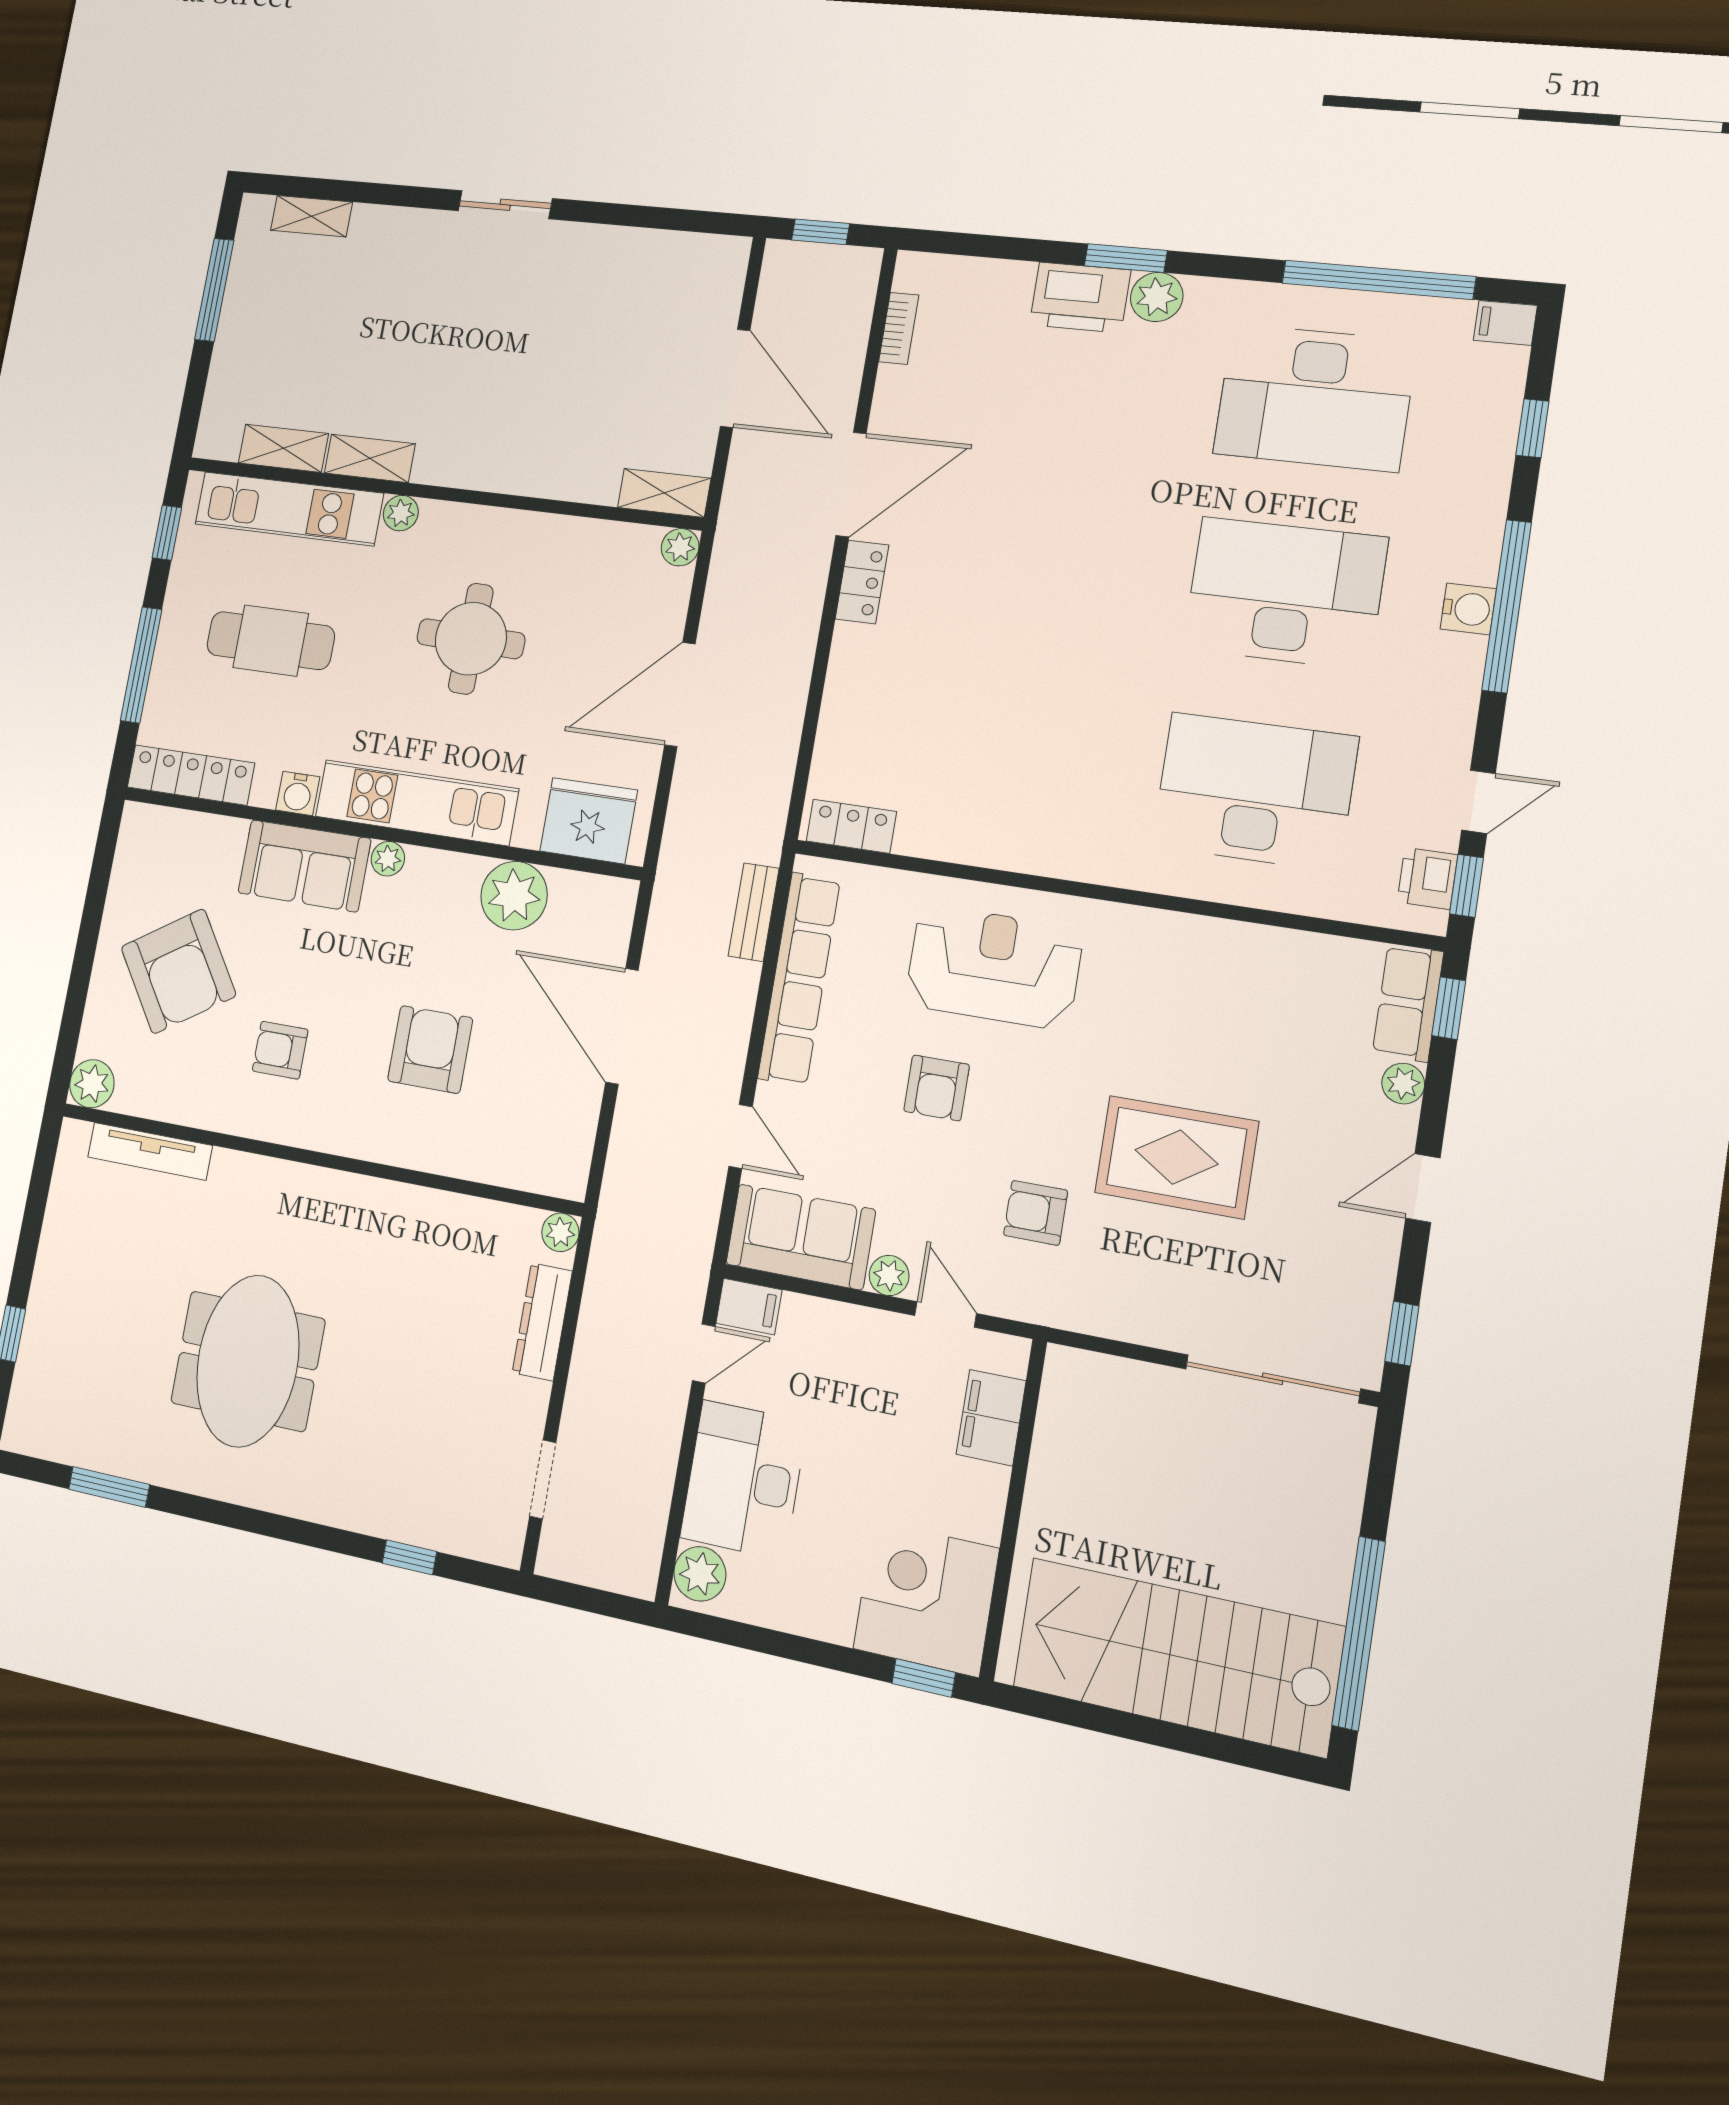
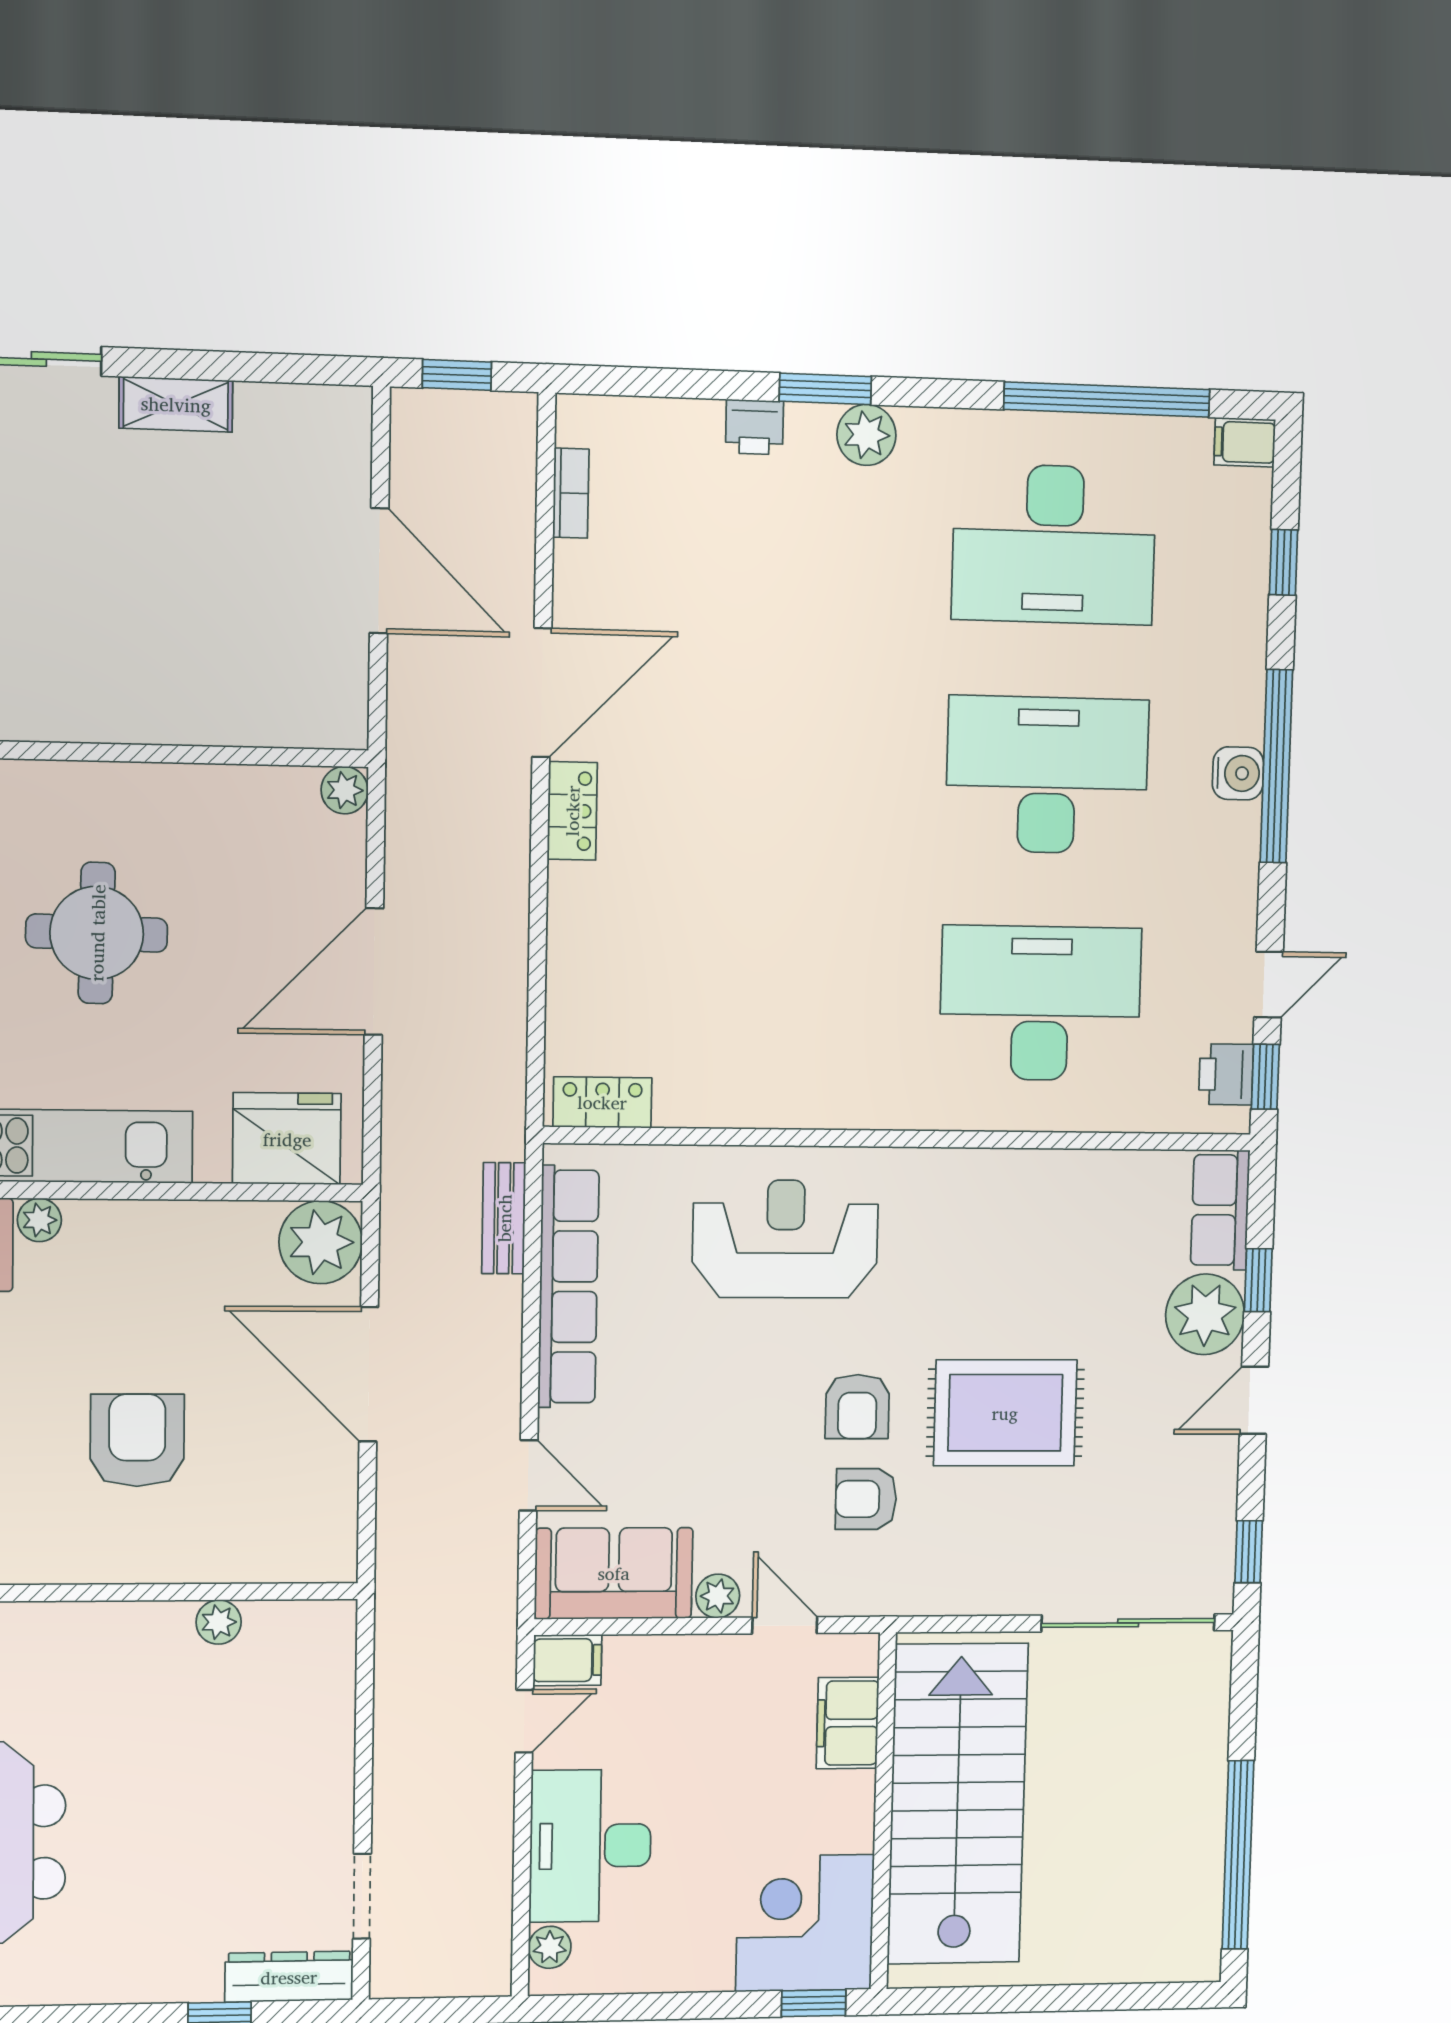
printer: (1080, 297) -> (754, 427), width x0.53, depth x0.68
shelving: (664, 493) -> (176, 404), moved
plant: (514, 896) -> (321, 1242), moved
window: (1449, 1008) -> (1258, 1280), moved
plant: (1403, 1084) -> (1205, 1314), width x1.87, depth x1.87
armchair: (937, 1088) -> (857, 1407), moved
plant: (560, 1232) -> (219, 1622), moved
dresser: (542, 1322) -> (289, 1977), moved, turned 90
plant: (700, 1574) -> (550, 1947), width x0.73, depth x0.73
stairs: (1178, 1657) -> (958, 1804), moved, turned 90

